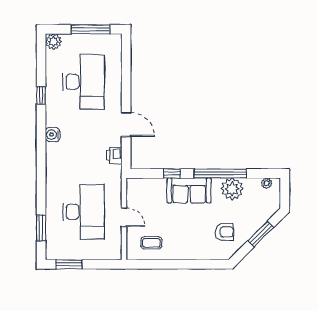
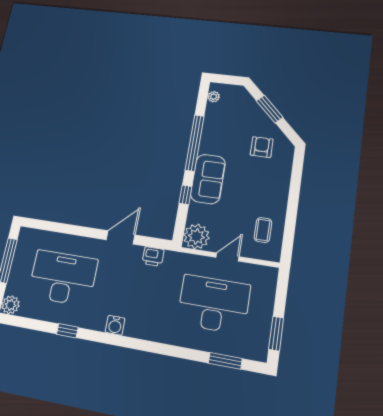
plant: (232, 189) -> (196, 236), moved

